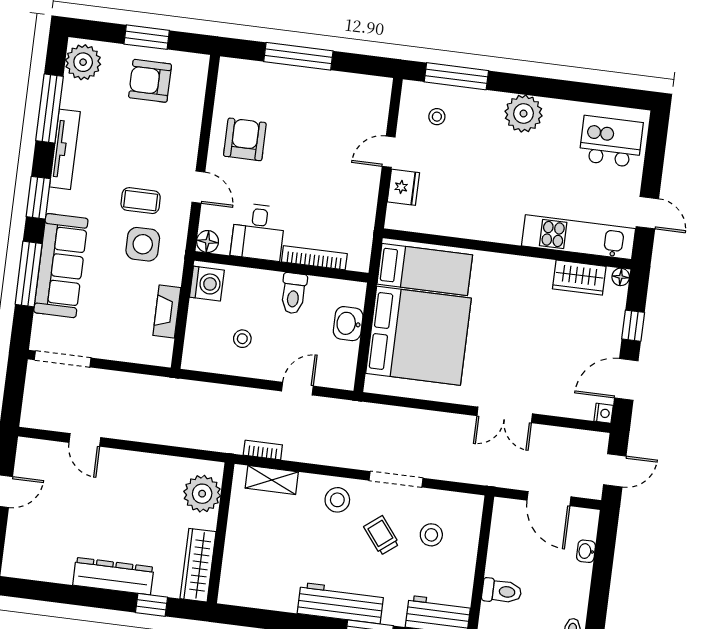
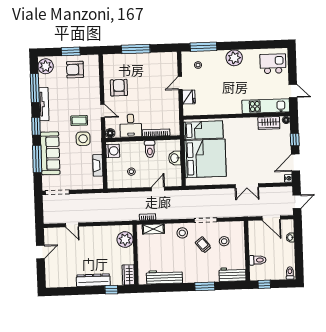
wardrobe: (198, 565) -> (128, 275), width x0.67
workbench: (341, 603) -> (164, 277), moved

